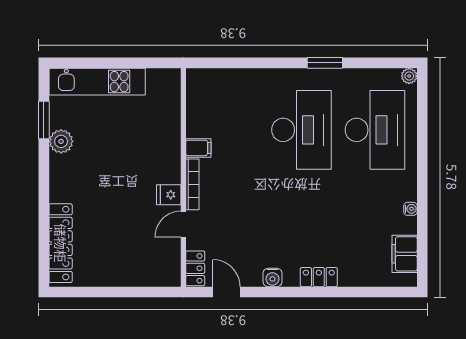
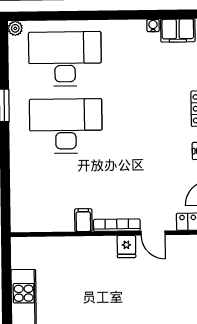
water cooler: (410, 209) -> (153, 25), moved

